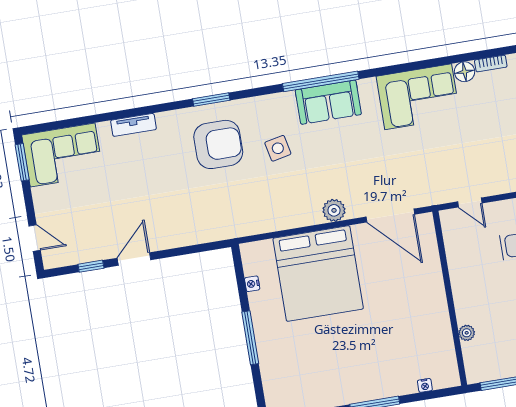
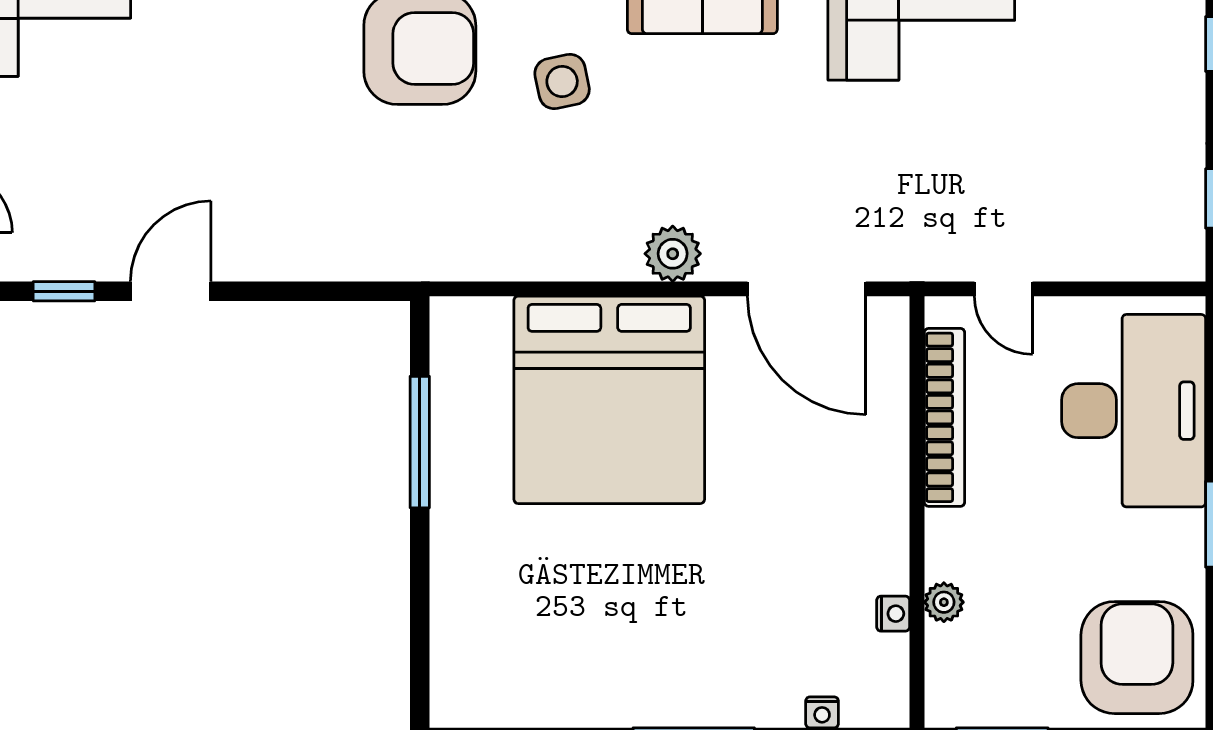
bookcase: (455, 258) -> (944, 417), added
nightstand: (252, 284) -> (893, 614), moved, turned 180
window: (250, 338) -> (420, 442), moved

